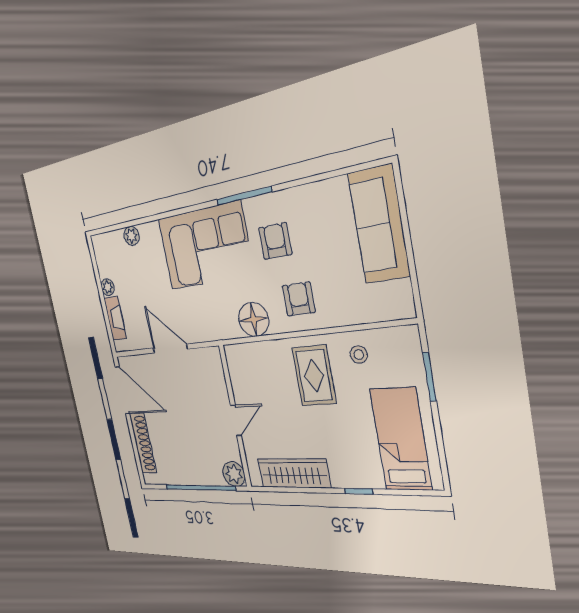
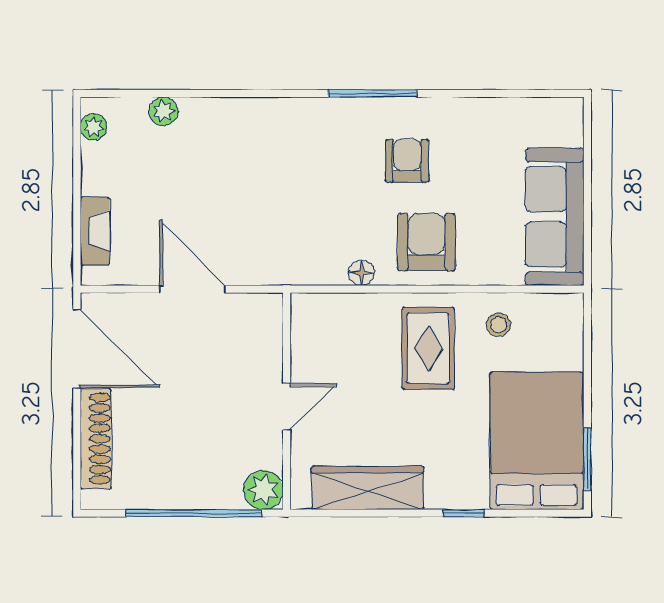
sofa: (379, 225) -> (555, 217), moved
corner sofa: (205, 246) -> (293, 149), removed
plant: (108, 287) -> (94, 127), moved
armchair: (299, 299) -> (426, 242), width x1.38, depth x1.38
floor lamp: (254, 319) -> (362, 273), width x0.53, depth x0.53
window: (429, 377) -> (587, 459), moved
bed: (401, 439) -> (537, 441), width x1.50

